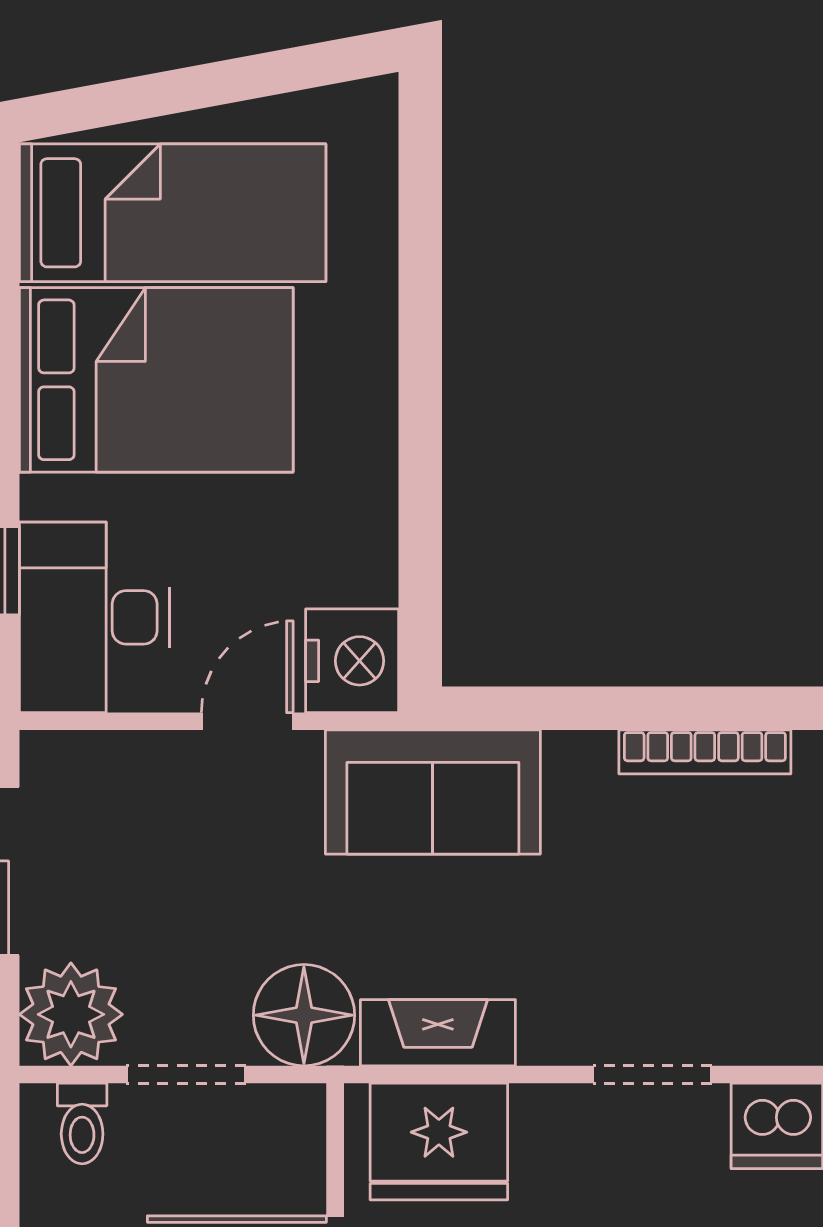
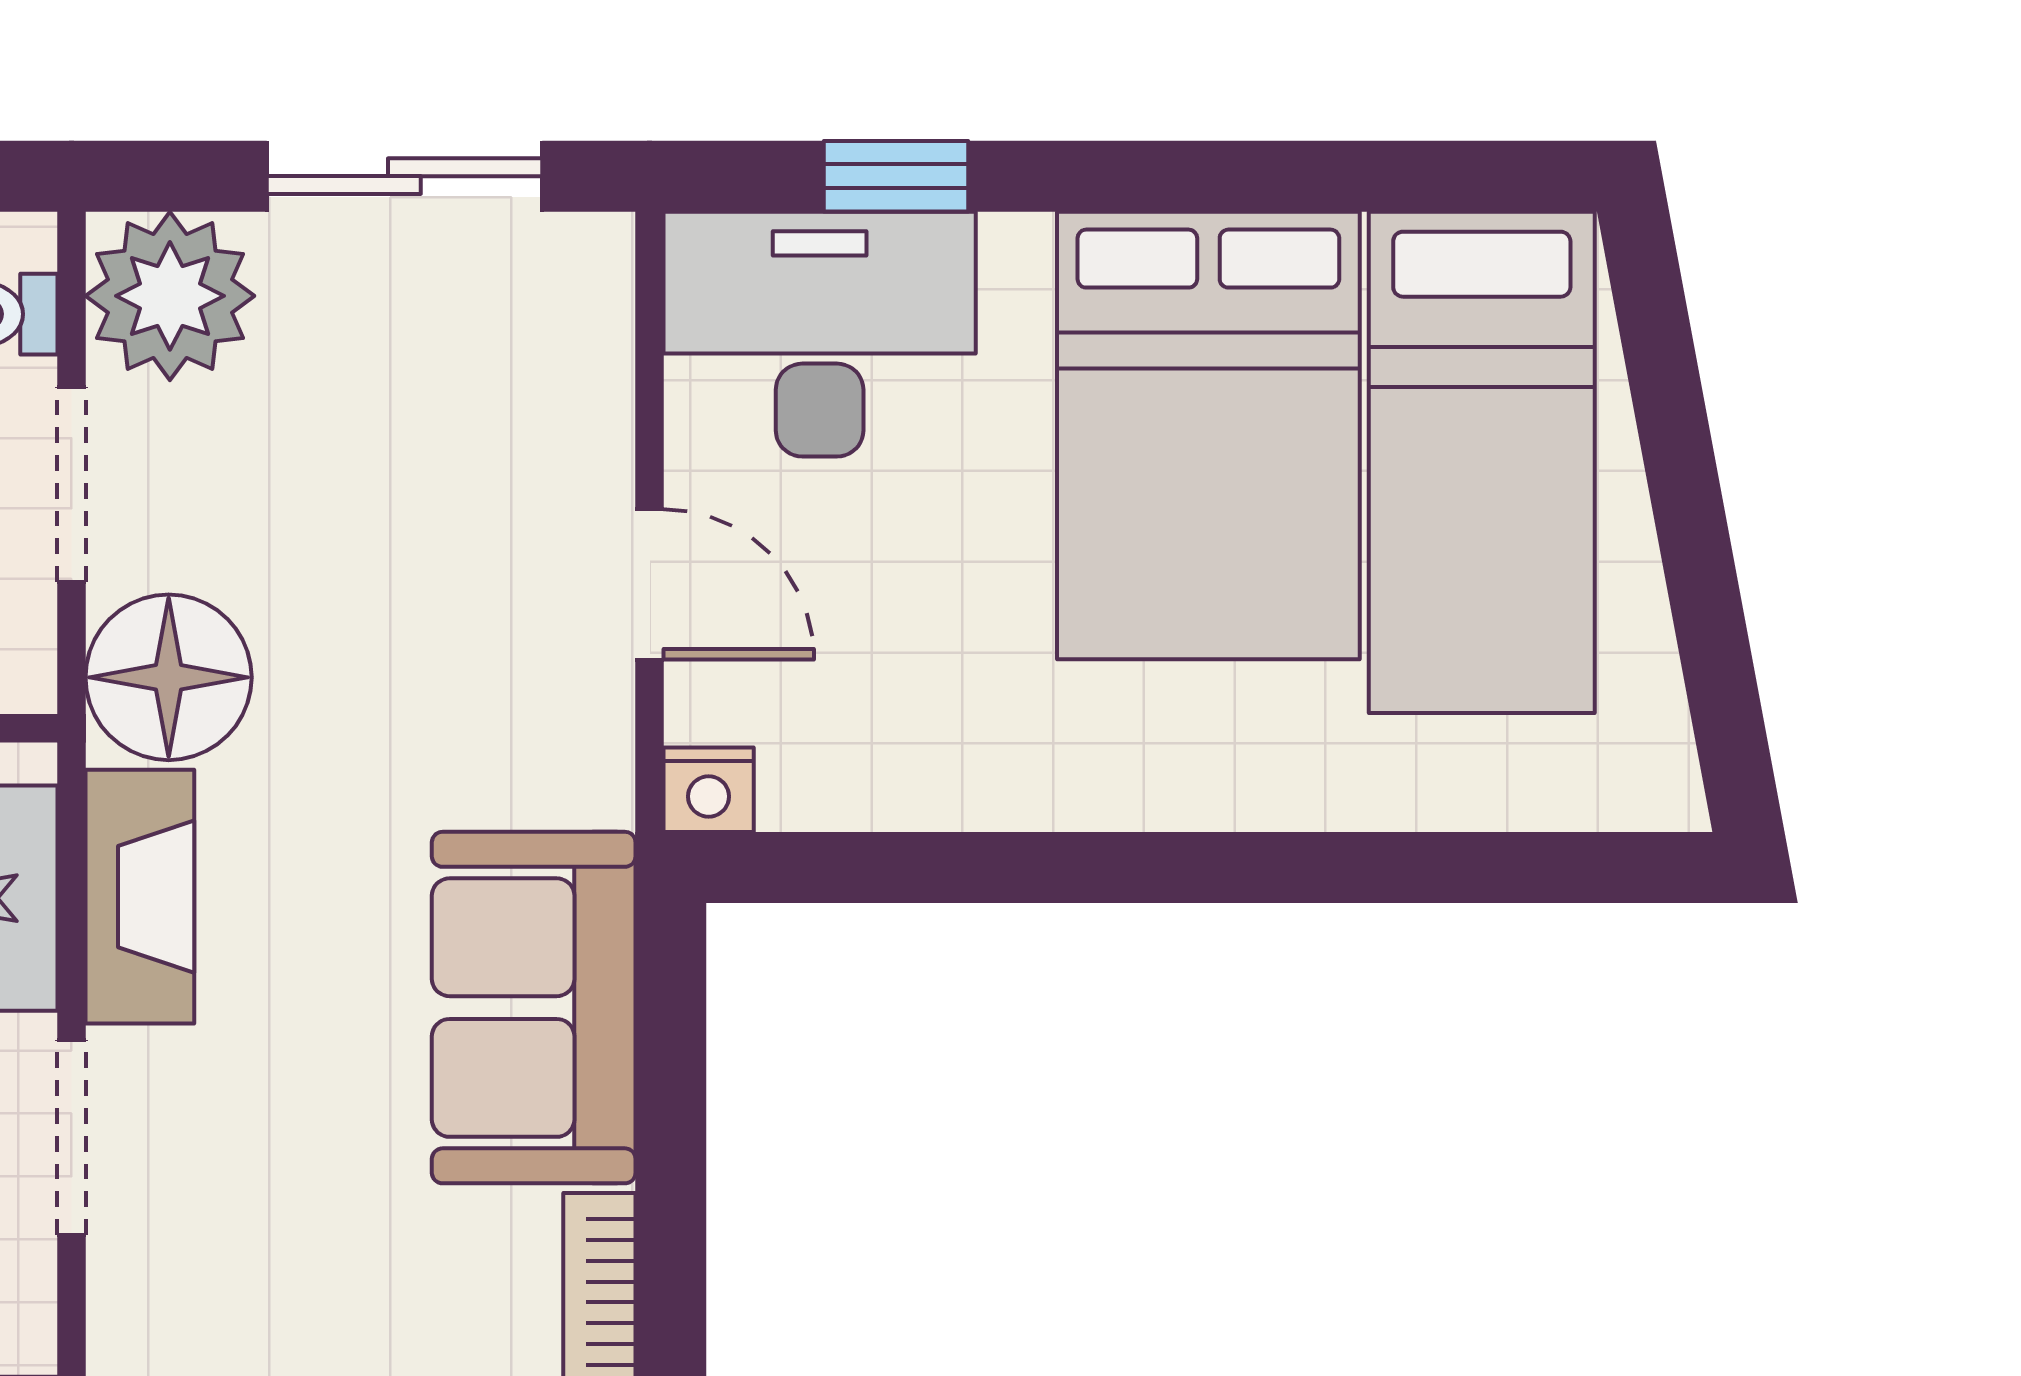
nightstand: (352, 661) -> (709, 790), width x0.53, depth x0.56
sofa: (433, 792) -> (534, 1008), moved
doorway: (652, 1075) -> (71, 1137), moved

